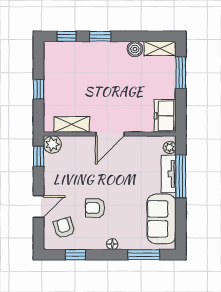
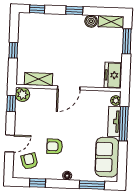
window: (100, 36) -> (74, 10), moved

